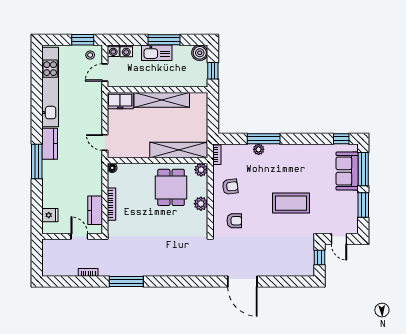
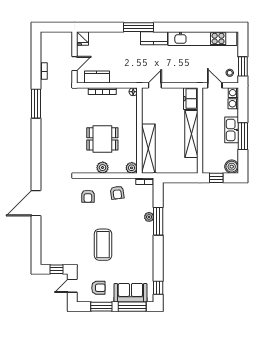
dining table: (171, 187) -> (102, 139), moved
armchair: (341, 208) -> (98, 288), added
fridge: (50, 215) -> (82, 38), moved

